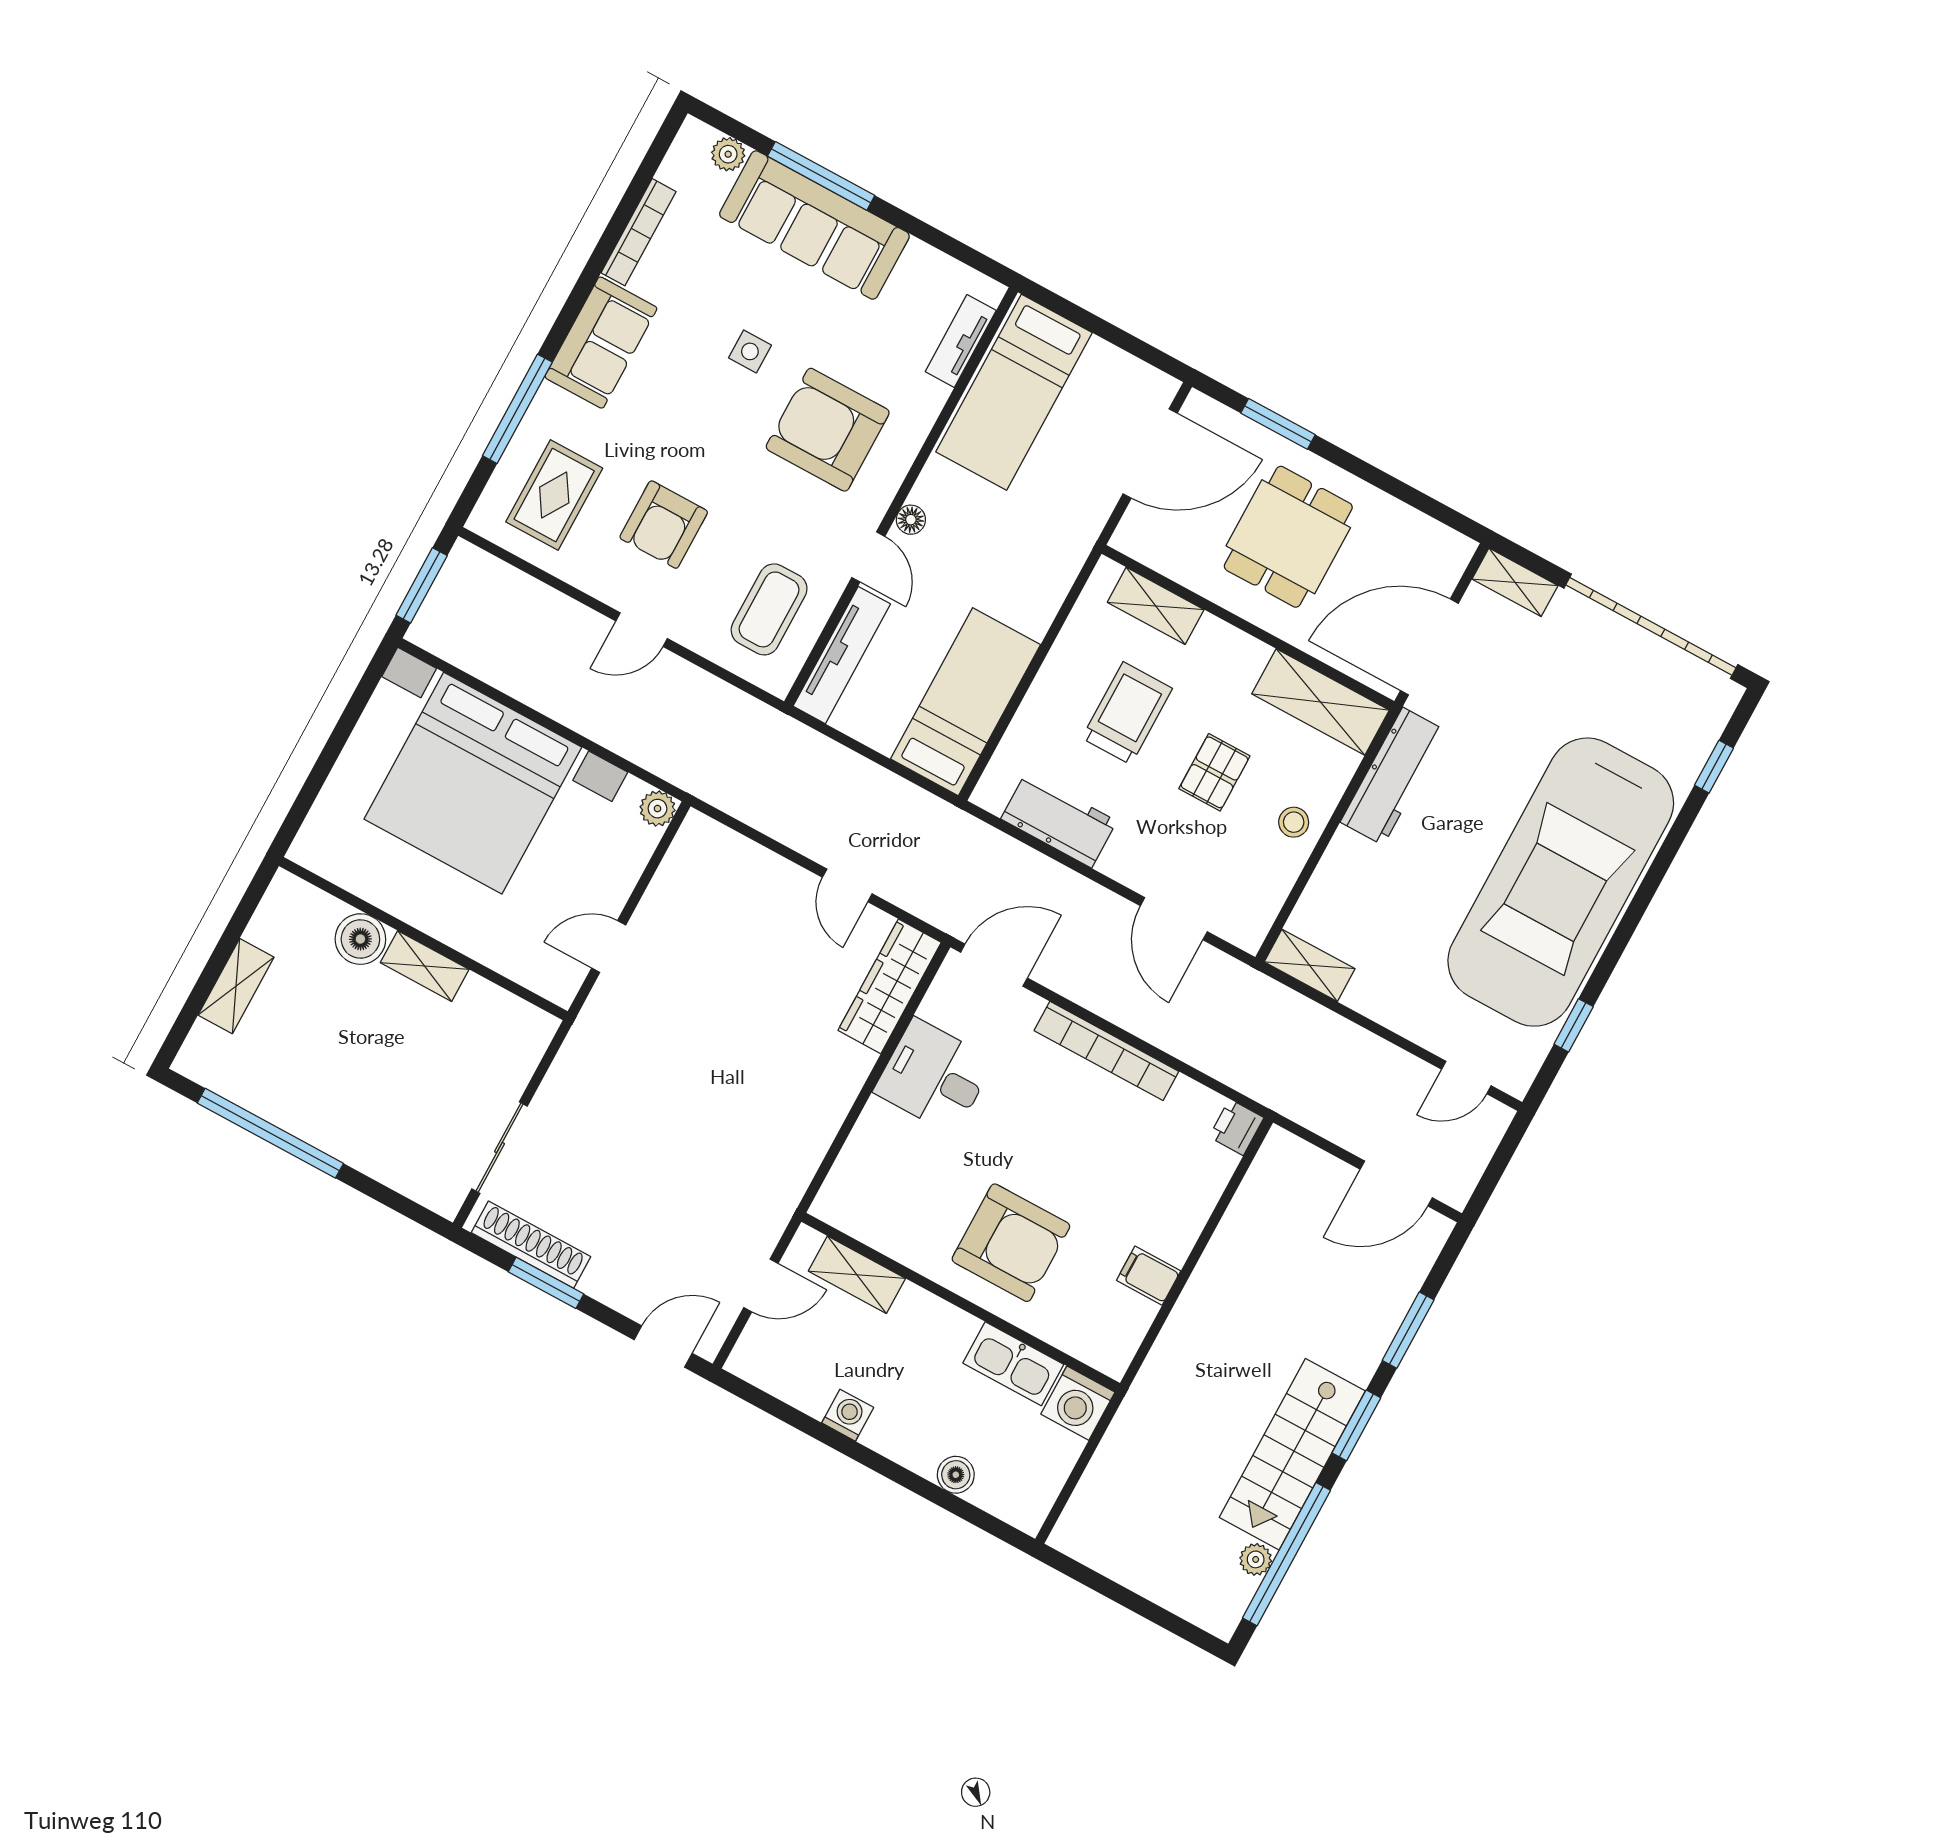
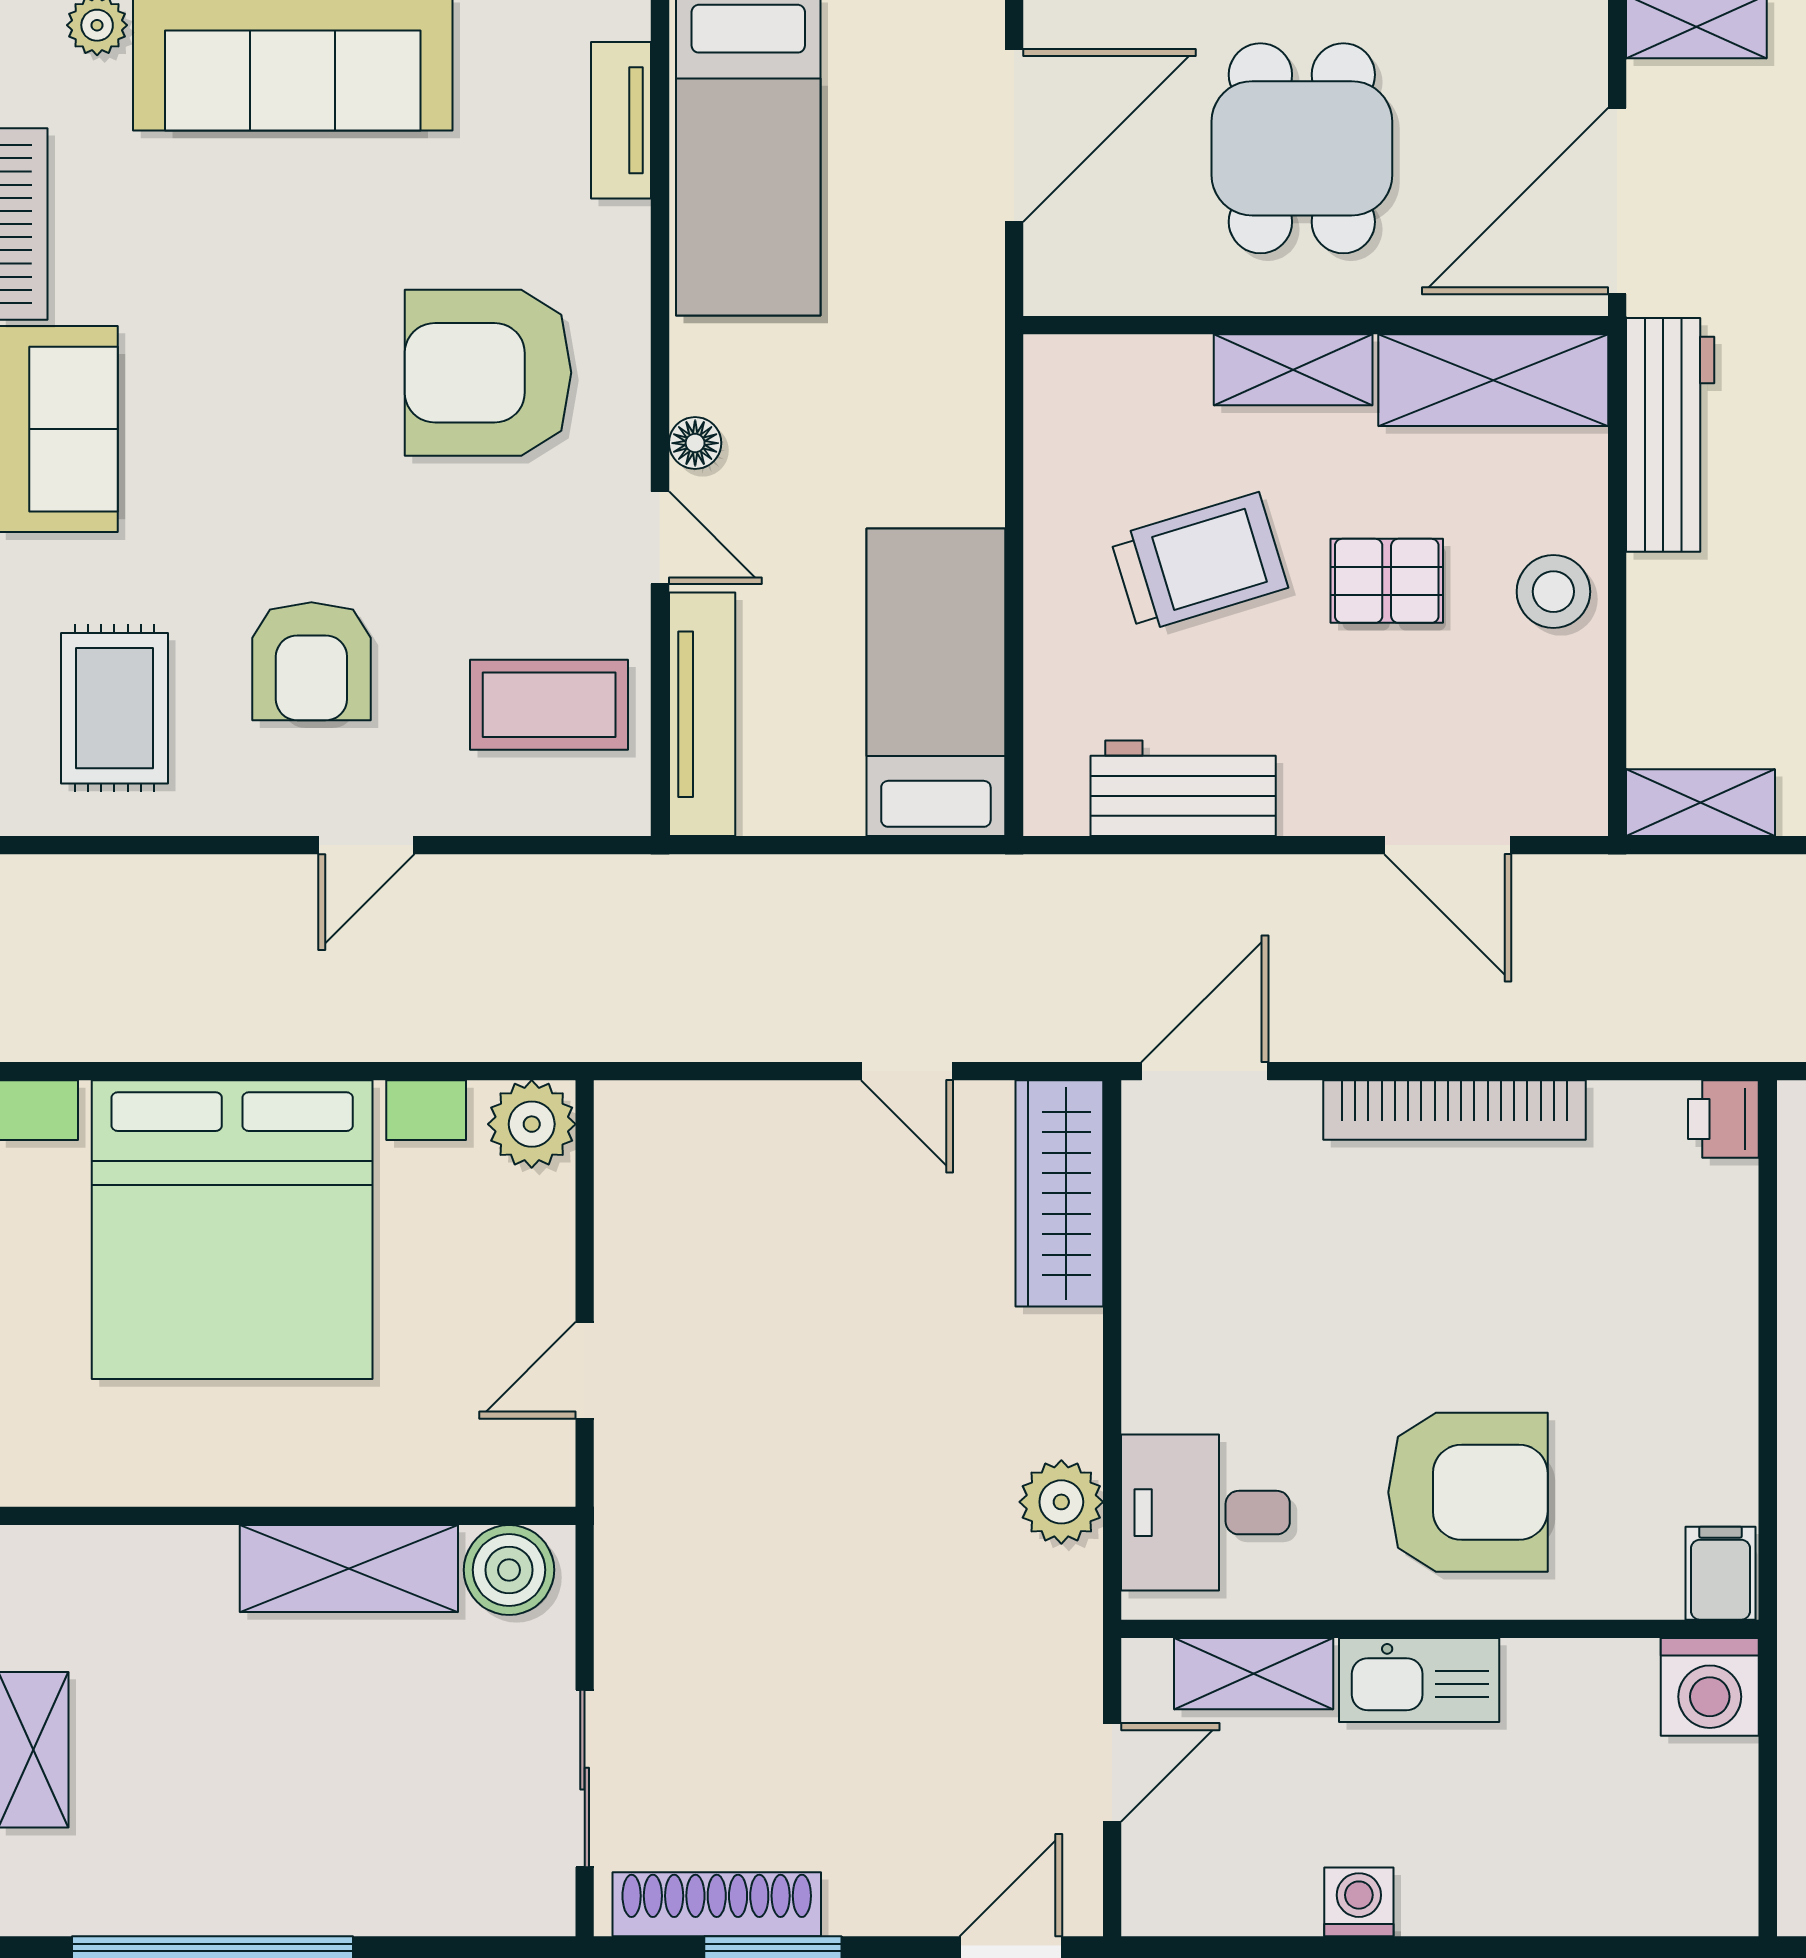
side table: (750, 351) -> (299, 316), removed
shelving: (1156, 606) -> (1293, 370), moved
coffee table: (769, 609) -> (549, 705), turned 90
trolley: (1127, 713) -> (1199, 563), turned 73
pallet: (1214, 772) -> (1387, 581), turned 90
plant: (658, 809) -> (532, 1124), width x1.38, depth x1.38
stool: (1294, 822) -> (1553, 592), width x1.37, depth x1.37
boiler: (360, 939) -> (509, 1570), moved
shelving: (425, 966) -> (349, 1568), width x1.50, depth x1.33
desk: (934, 1076) -> (1205, 1513), moved
plant: (808, 1139) -> (1061, 1502), added
filing cabinet: (1149, 1276) -> (1720, 1573), moved, turned 90
kitchen sink: (1013, 1364) -> (1419, 1680), moved
boiler: (956, 1475) -> (1579, 1903), removed

